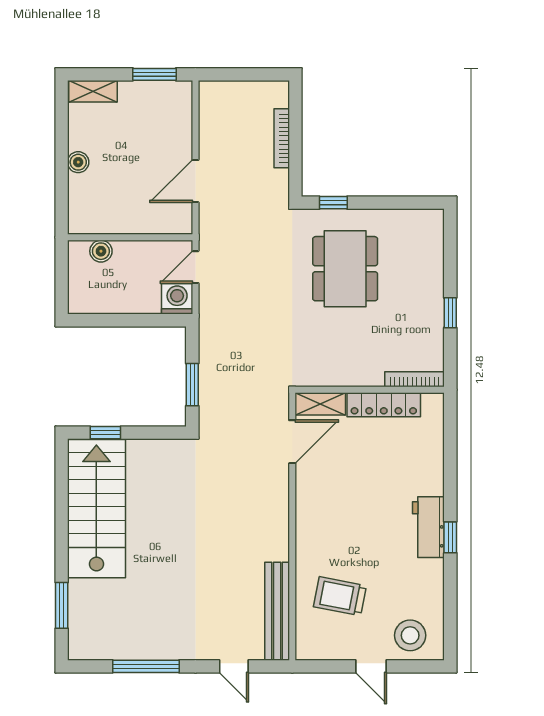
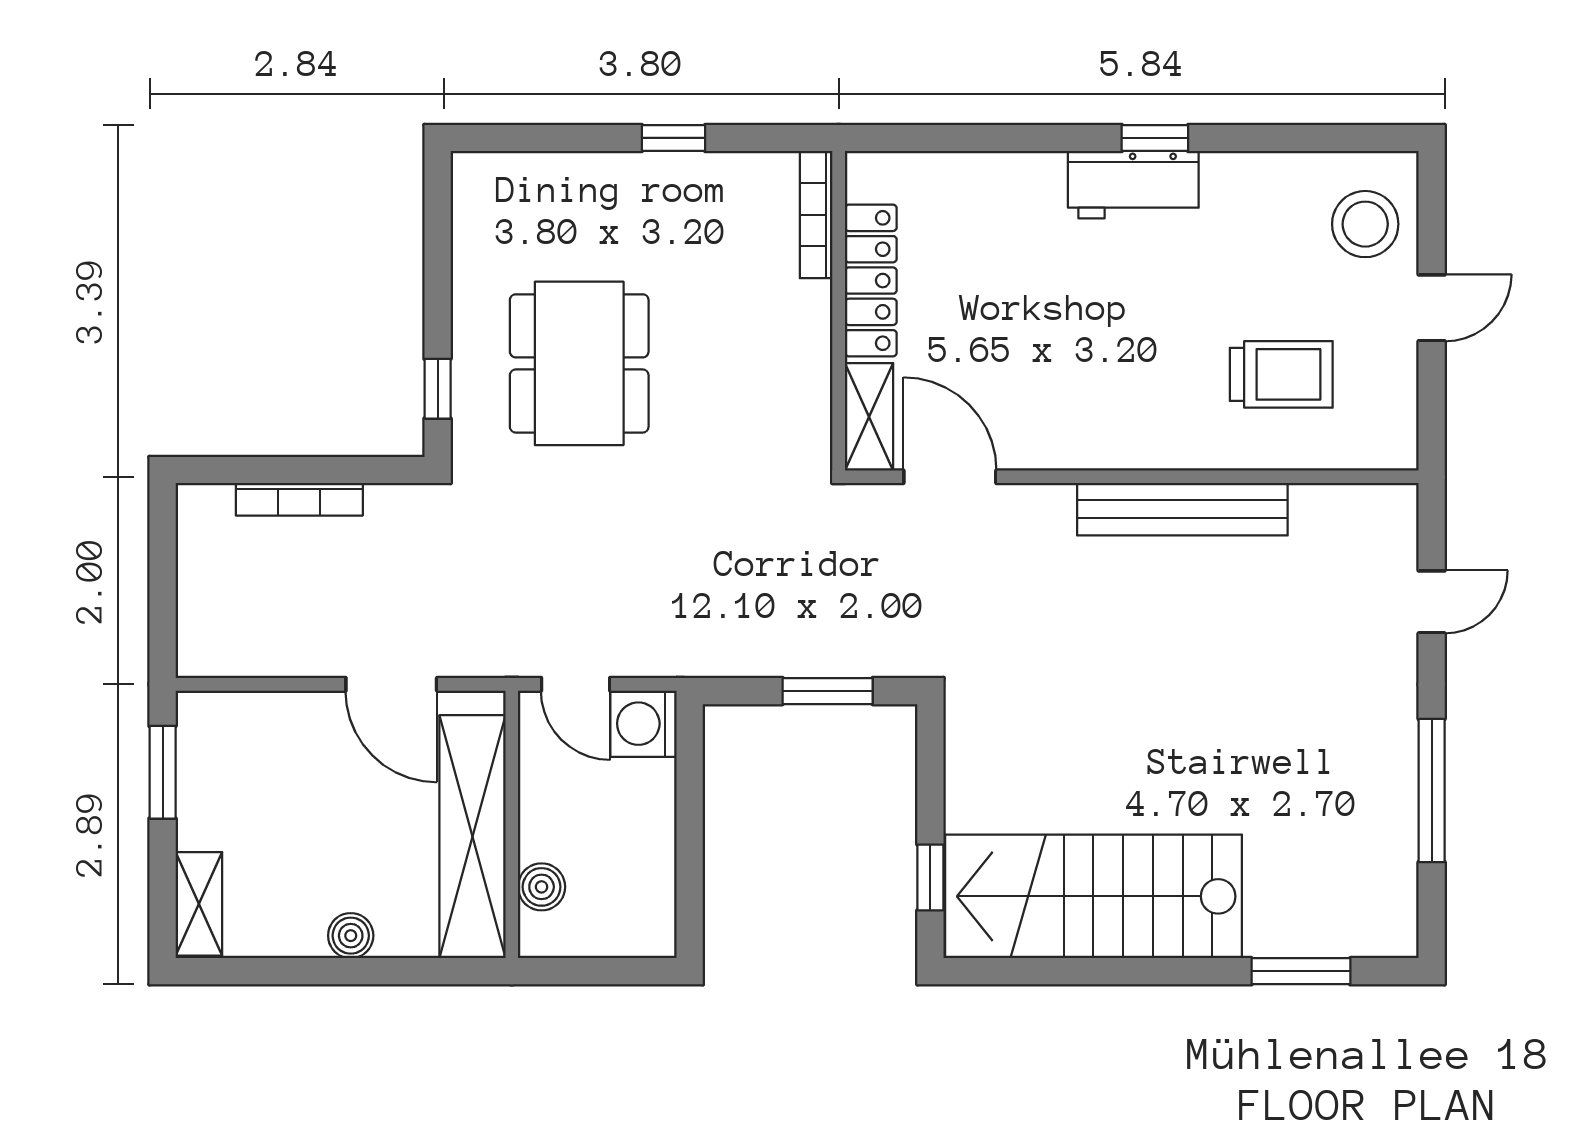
shelving: (124, 219) -> (472, 837), added
dining table: (345, 269) -> (579, 363), turned 90
trolley: (340, 596) -> (1281, 374), turned -101
bench: (277, 611) -> (1182, 509), moved

